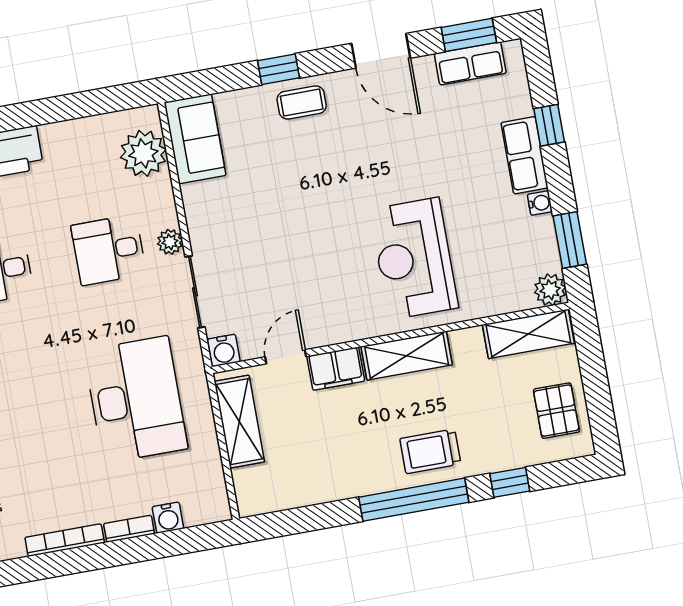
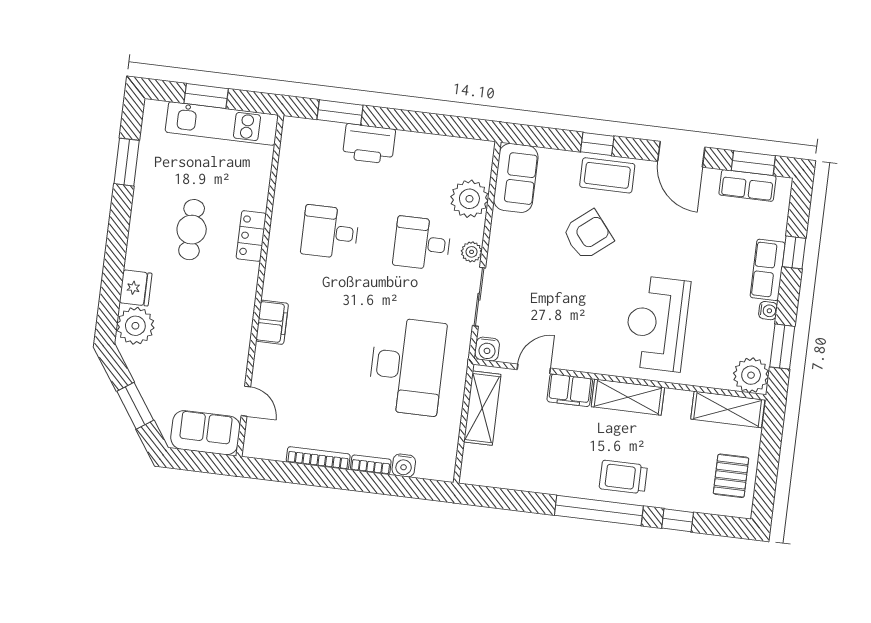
coffee table: (302, 103) -> (607, 175), width x1.36, depth x1.30
plant: (143, 153) -> (469, 199), moved
armchair: (300, 180) -> (588, 235), added
plant: (550, 290) -> (751, 375), width x1.36, depth x1.36

